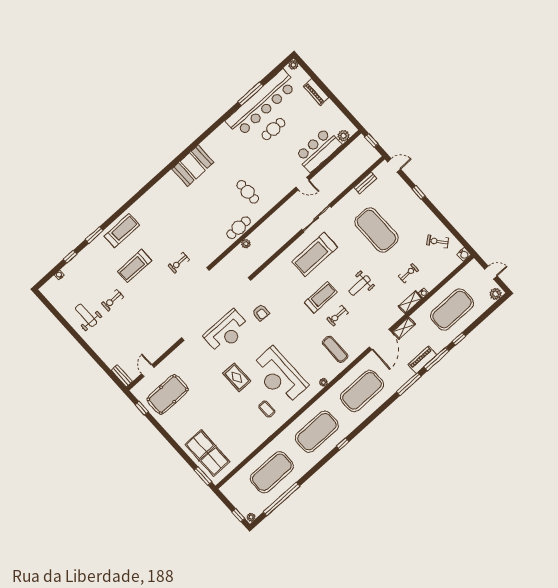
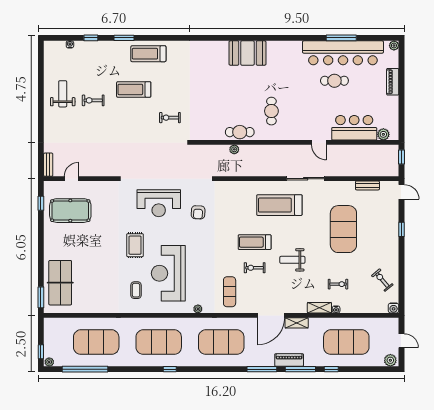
treadmill: (122, 231) -> (148, 54), turned 180
treadmill: (321, 297) -> (255, 242), turned 180

